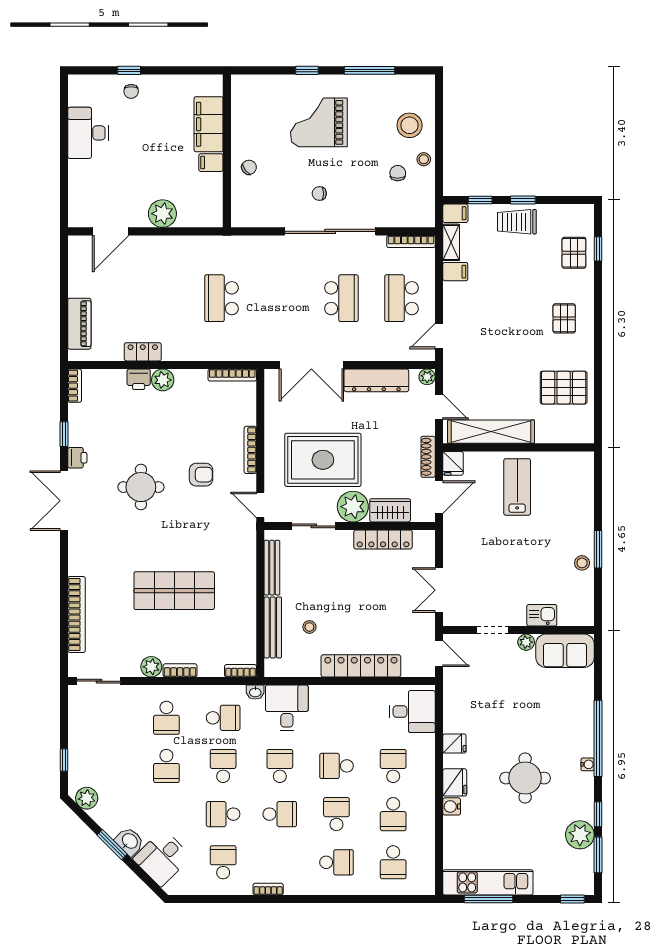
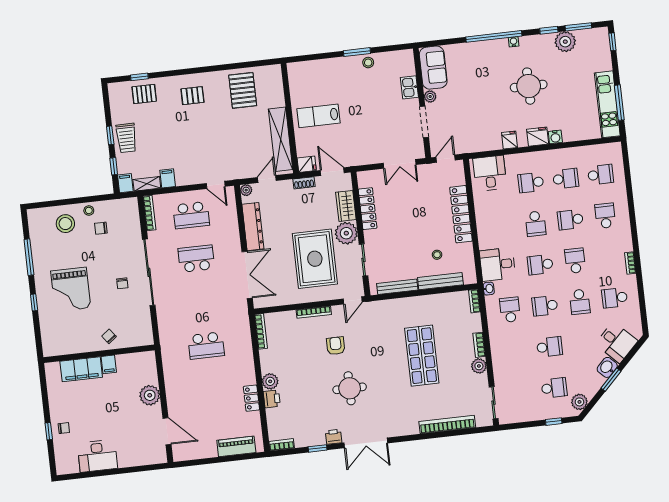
shoe rack: (428, 457) -> (304, 183), width x0.70
doorway: (493, 630) -> (424, 122), width x1.38
school desk: (166, 718) -> (554, 388), moved

